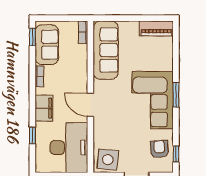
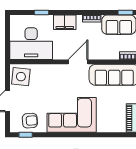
window: (176, 95) -> (76, 135), removed
door: (90, 105) -> (78, 62), moved

